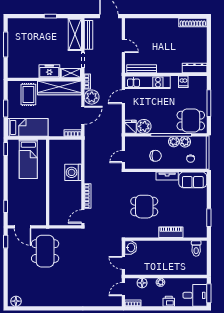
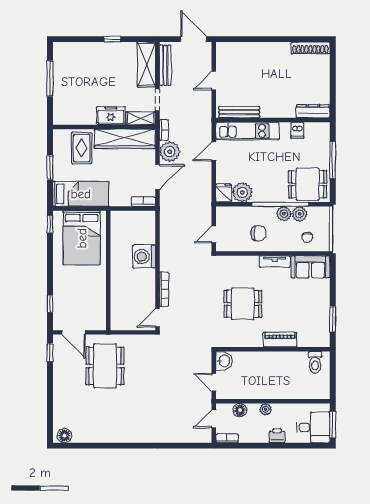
door: (123, 46) -> (214, 81), swing flipped
bed: (28, 159) -> (82, 238), width x1.50

